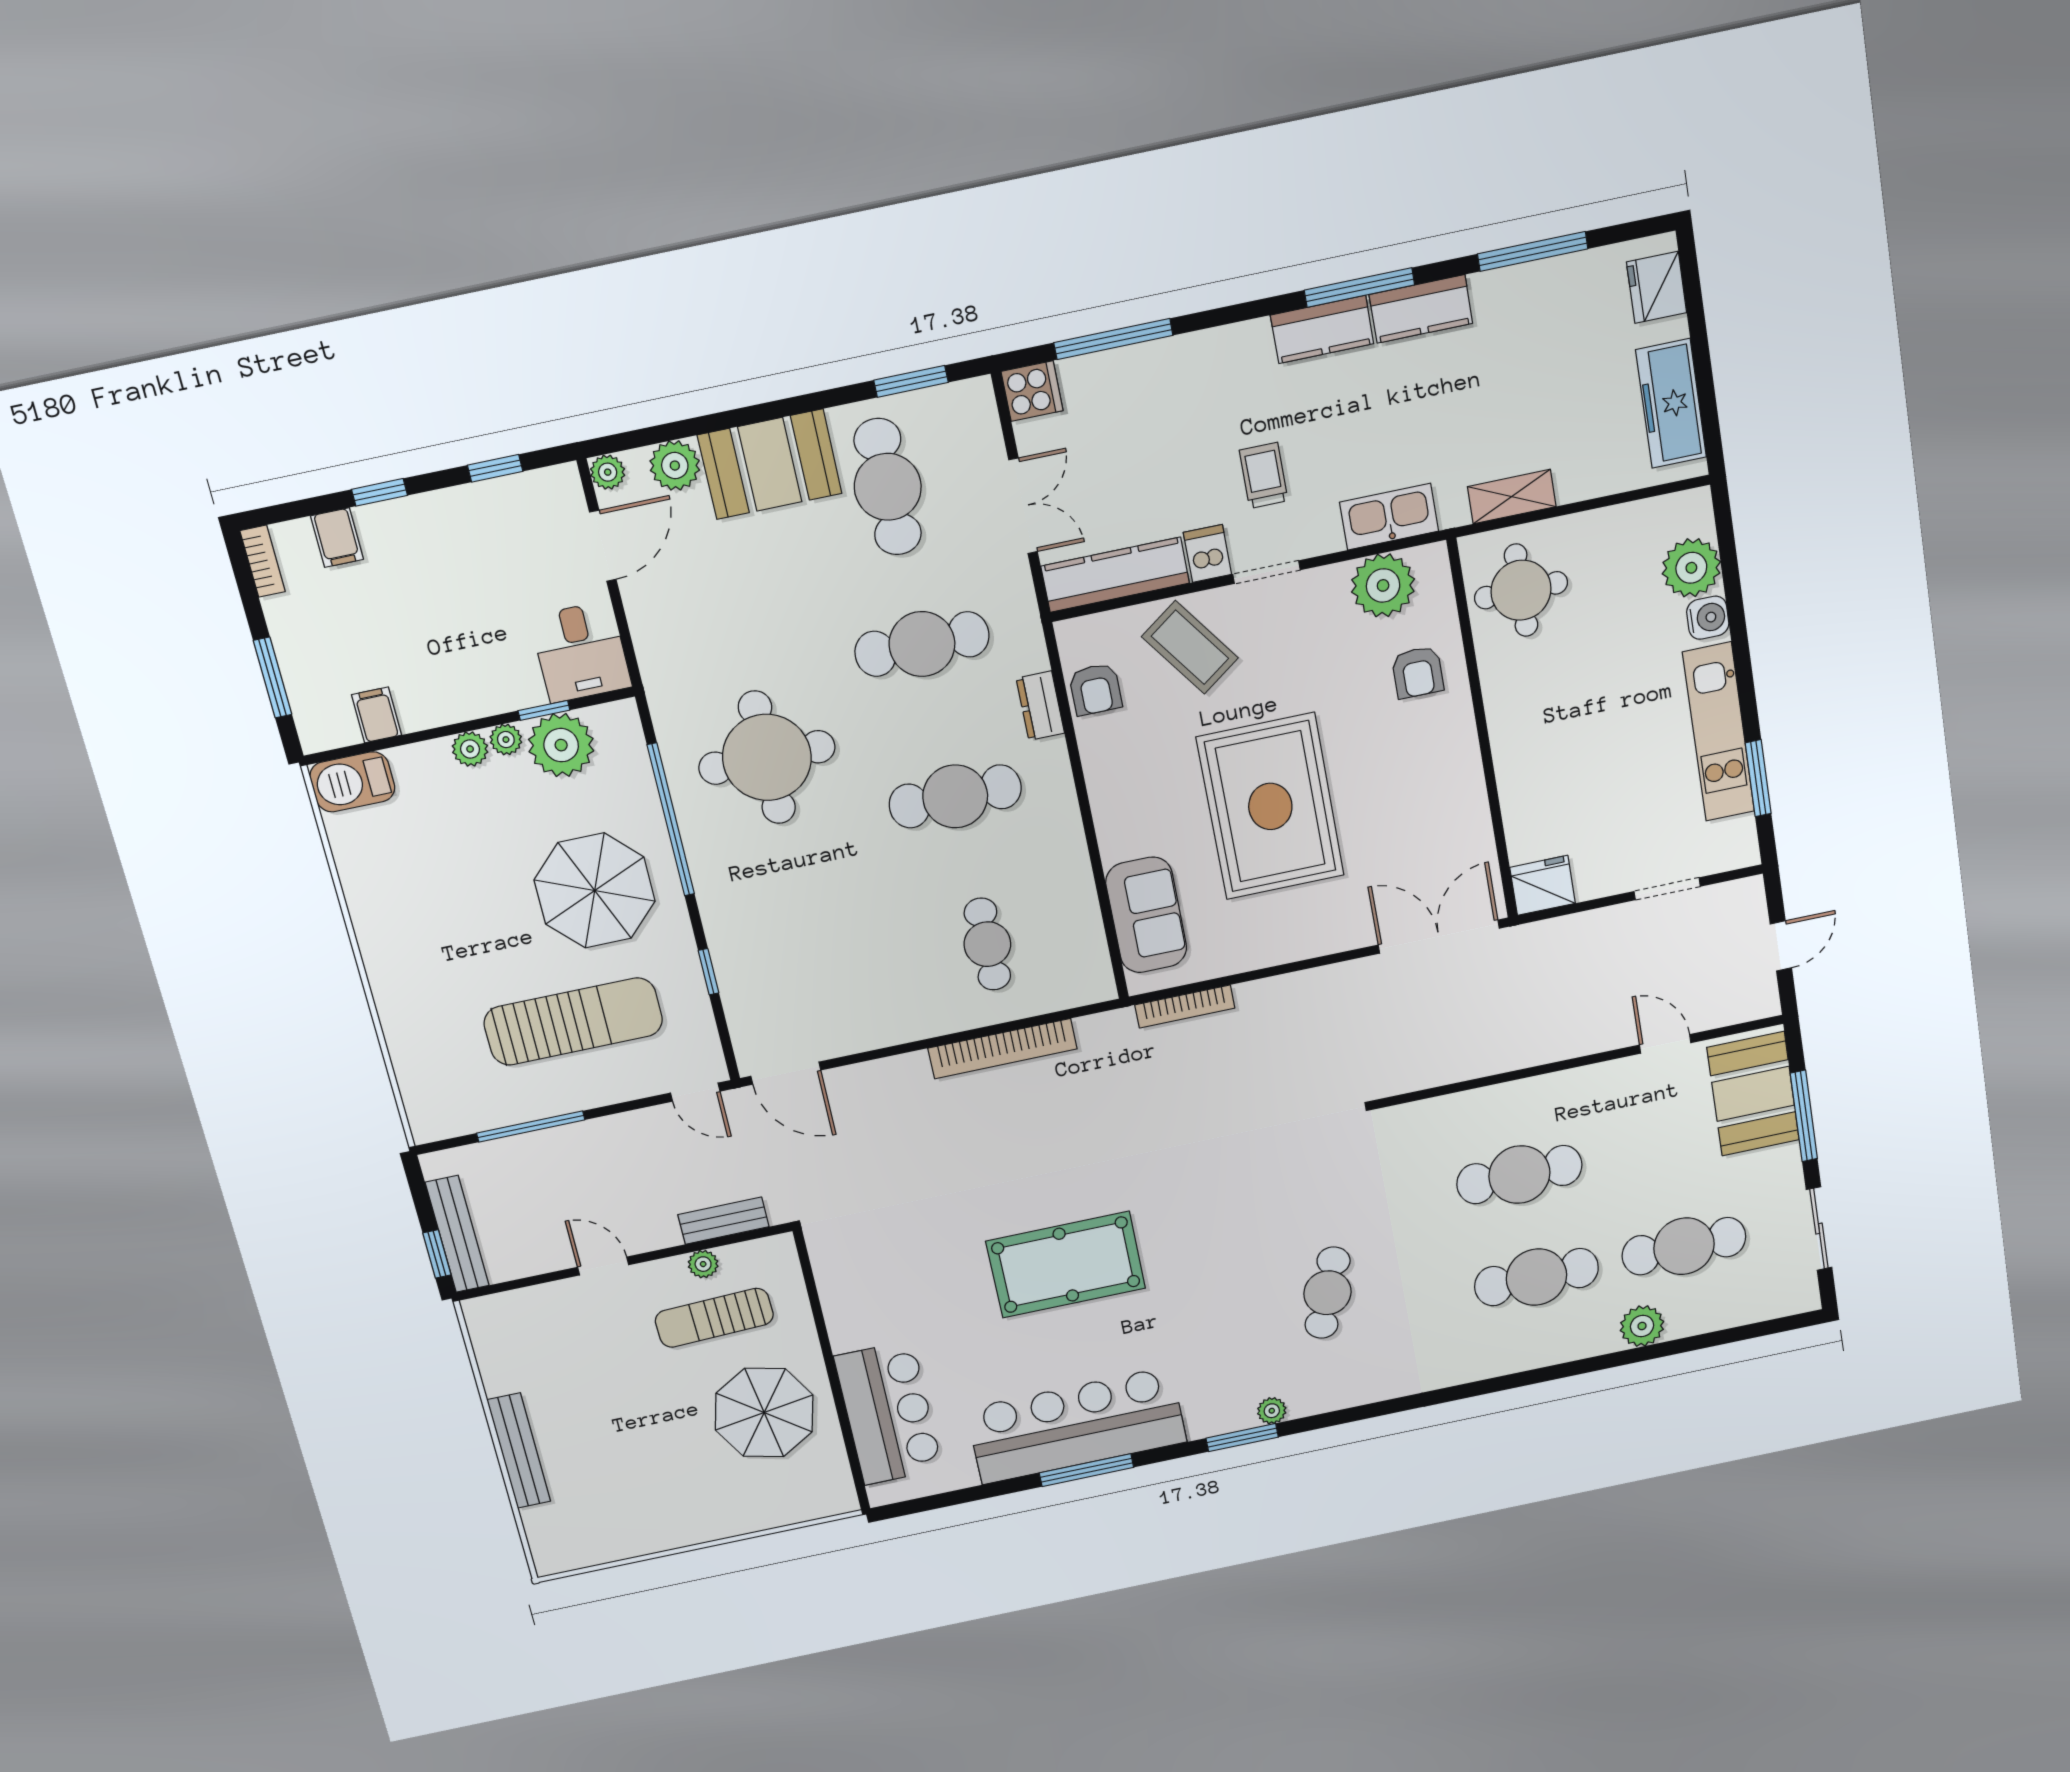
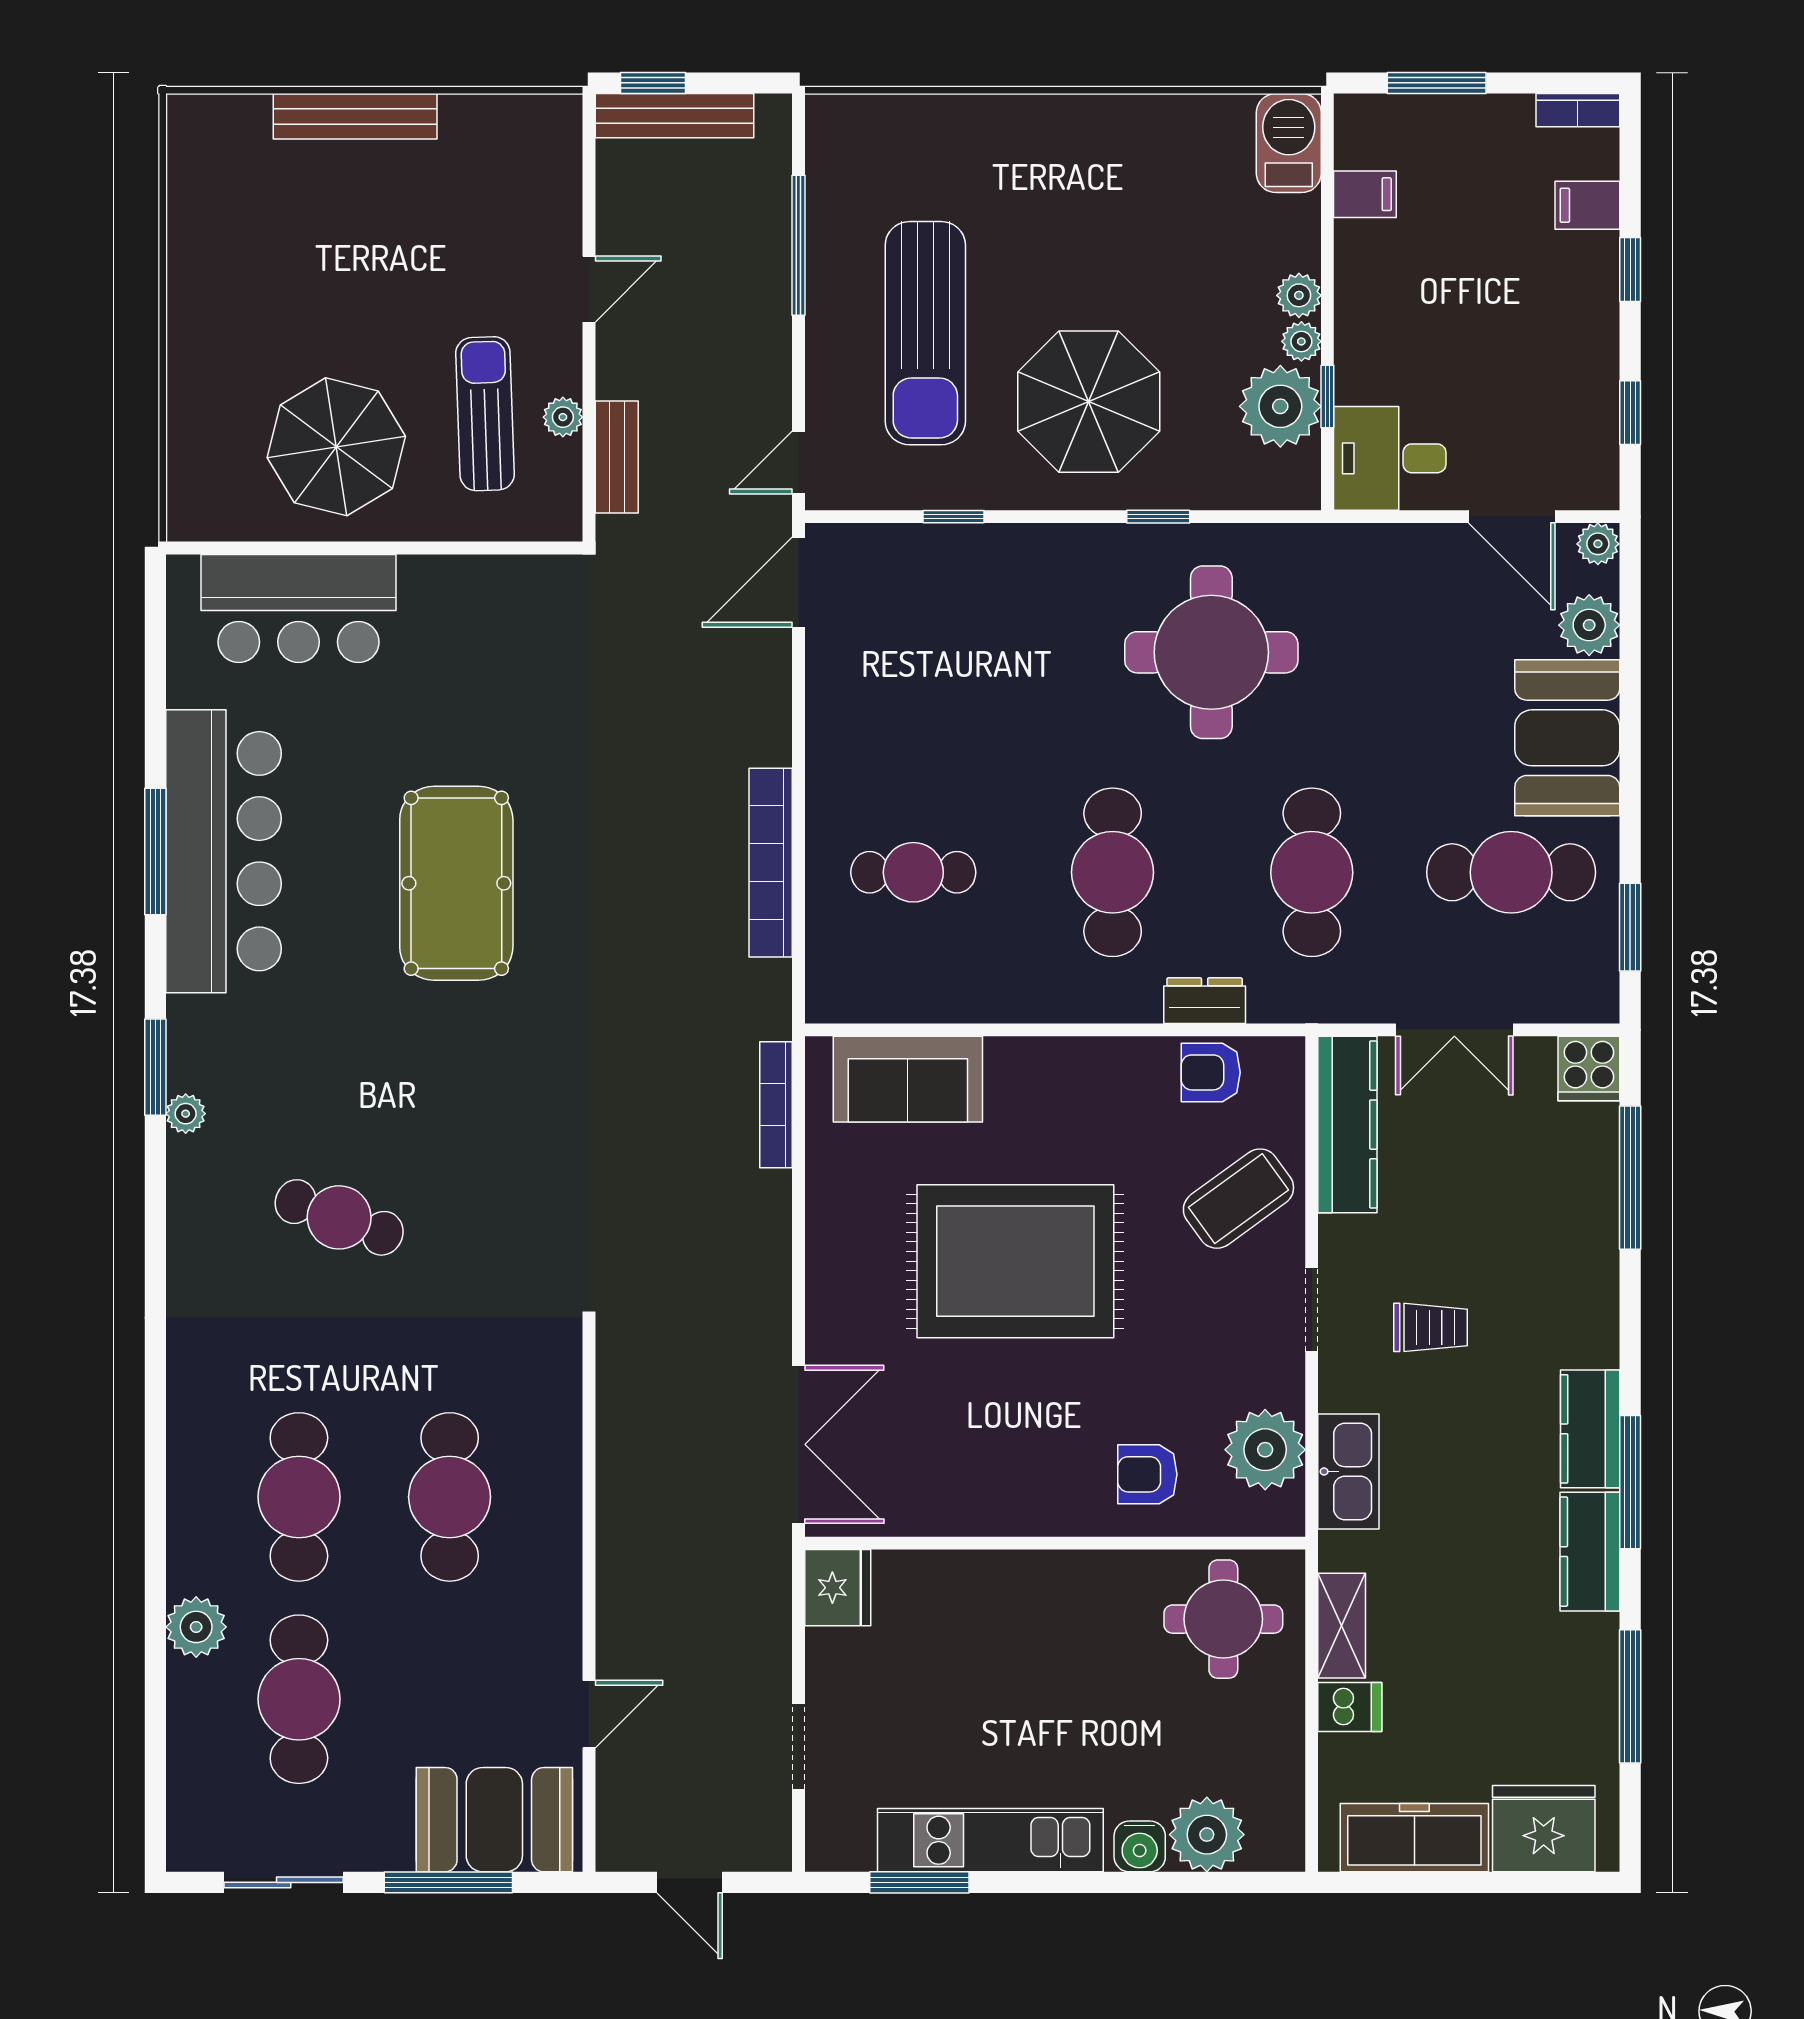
fridge: (1657, 287) -> (1544, 1829), width x1.36, depth x1.34
dishwasher: (1207, 553) -> (1350, 1707), moved
window: (671, 820) -> (1158, 517), width x0.32

